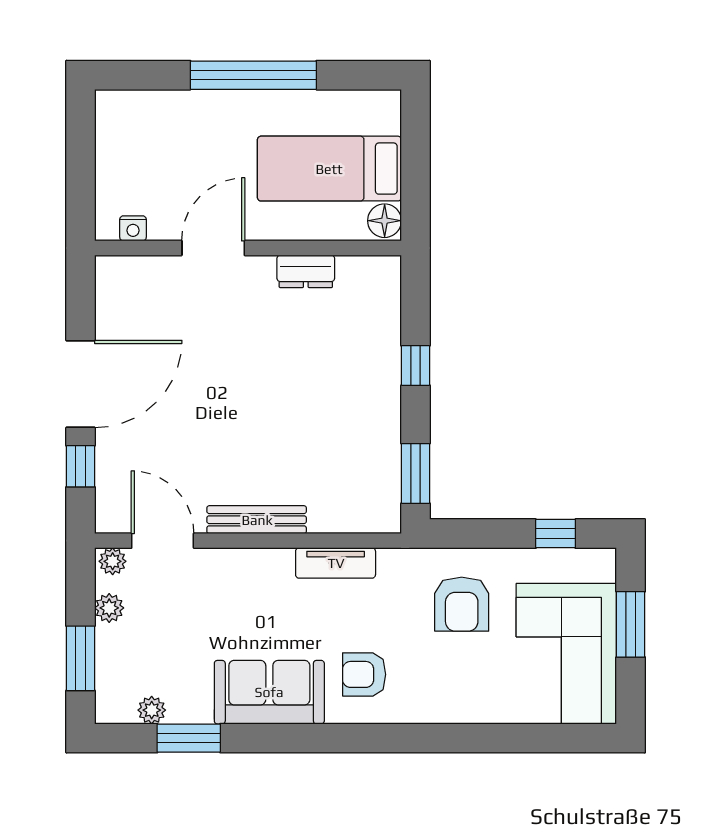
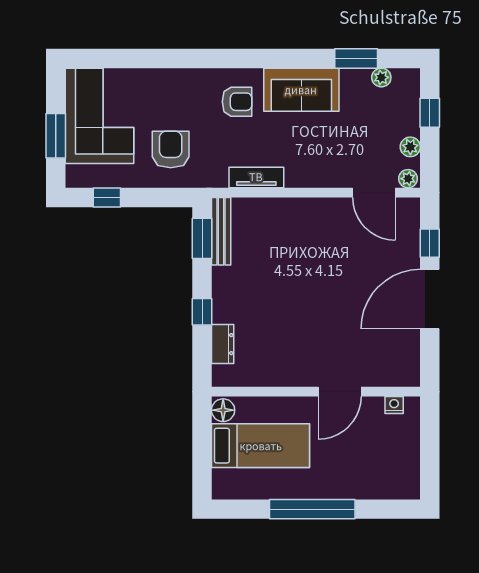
dresser: (306, 271) -> (223, 344), moved, turned 90
bench: (257, 520) -> (221, 231), moved, turned 90
window: (80, 658) -> (430, 113), width x0.67

